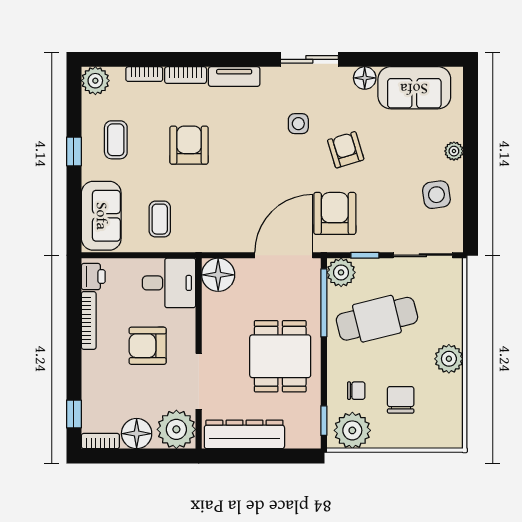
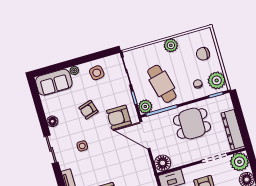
sofa: (414, 88) -> (54, 82), moved, turned 90
armchair: (346, 150) -> (88, 110), moved
chair: (401, 400) -> (203, 54), moved

